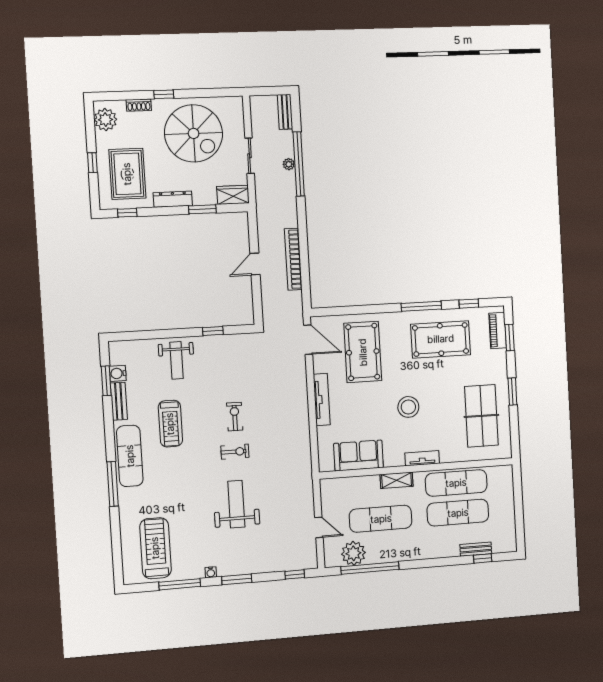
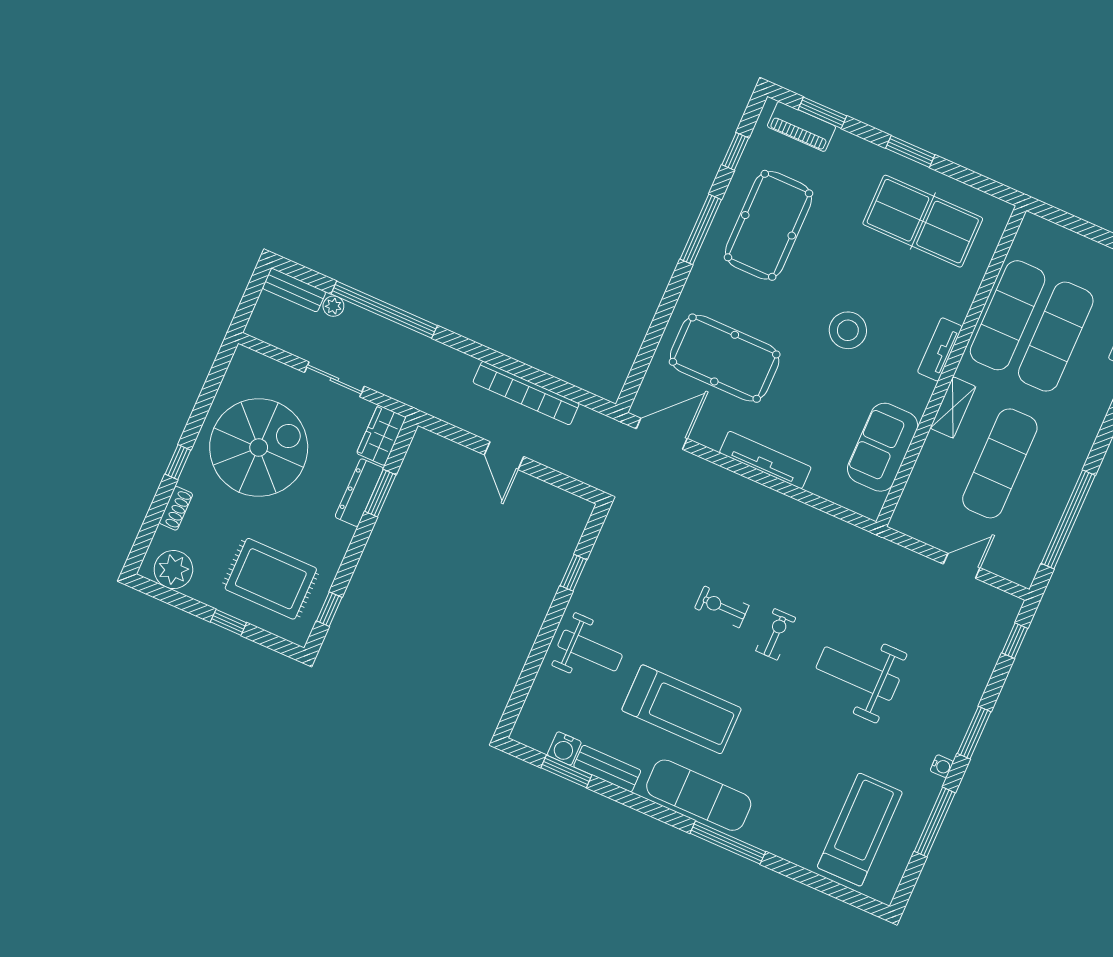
plant: (289, 164) -> (333, 306), moved
dresser: (173, 199) -> (359, 493), moved
treadmill: (170, 424) -> (682, 709), width x1.37, depth x1.38
treadmill: (155, 548) -> (860, 830), turned 90
plant: (353, 553) -> (1031, 533), removed

